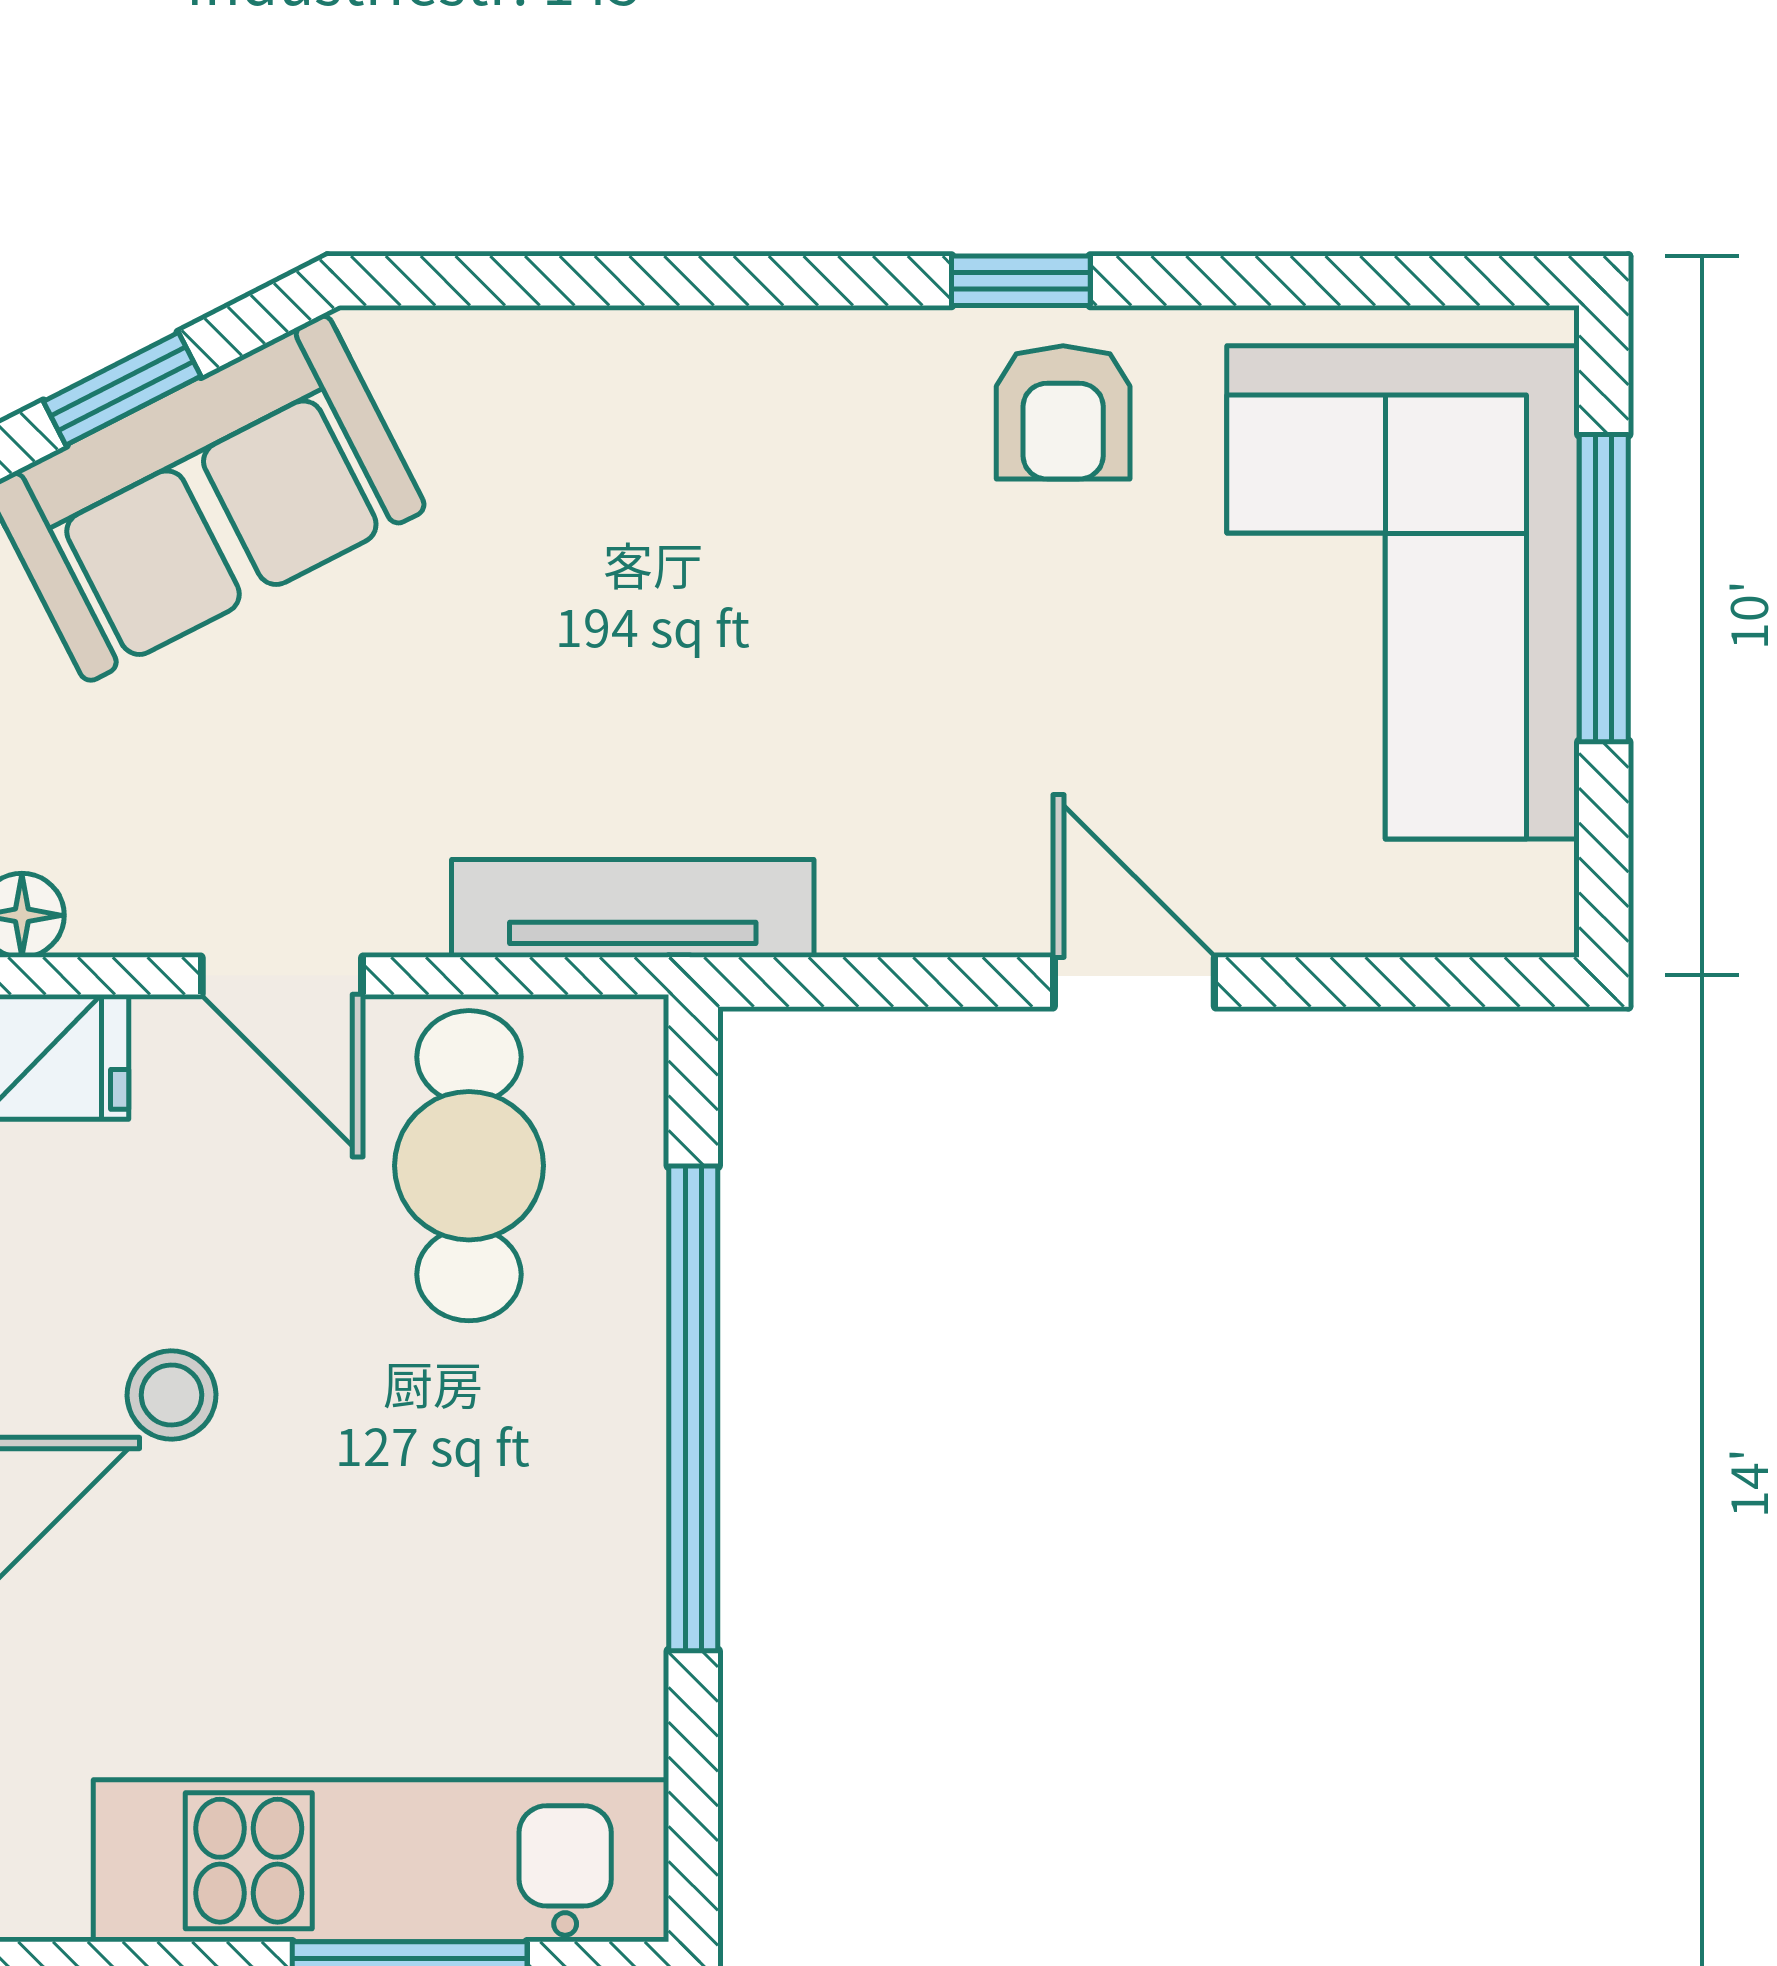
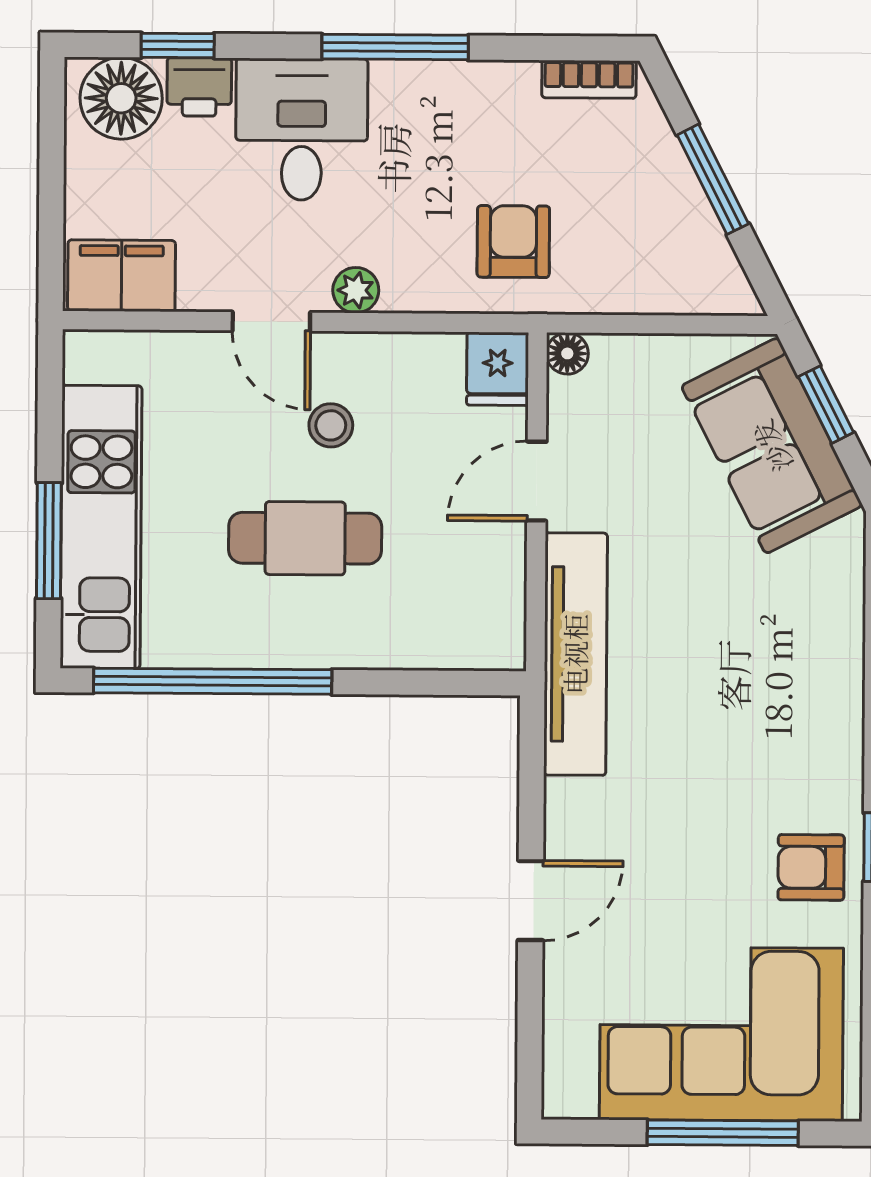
tv unit: (633, 908) -> (575, 654), width x1.36, depth x1.29
cafe table: (469, 1166) -> (305, 538), moved
window: (693, 1408) -> (213, 681), moved

